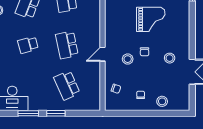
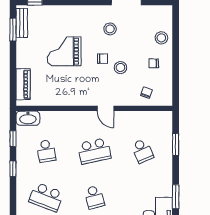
grand piano: (151, 19) -> (64, 51), turned -90
stool: (128, 59) -> (120, 68), moved
school desk: (67, 85) -> (142, 151), width x0.54
window: (56, 113) -> (176, 144), moved

